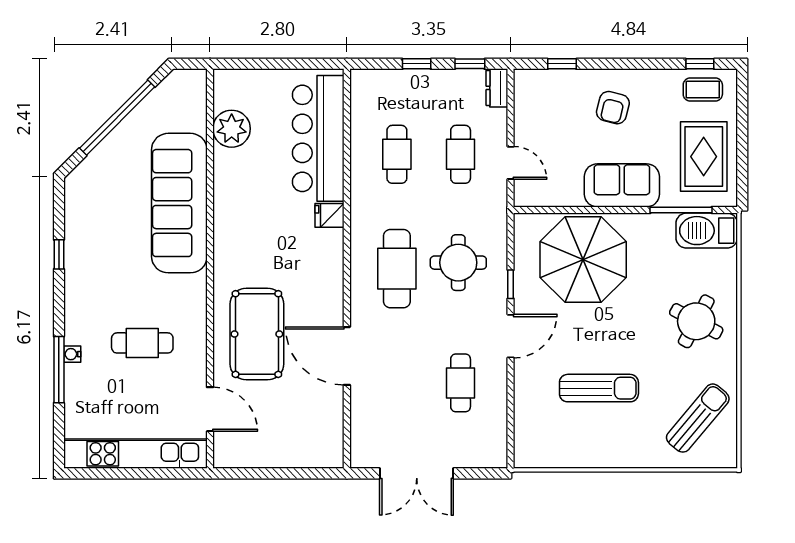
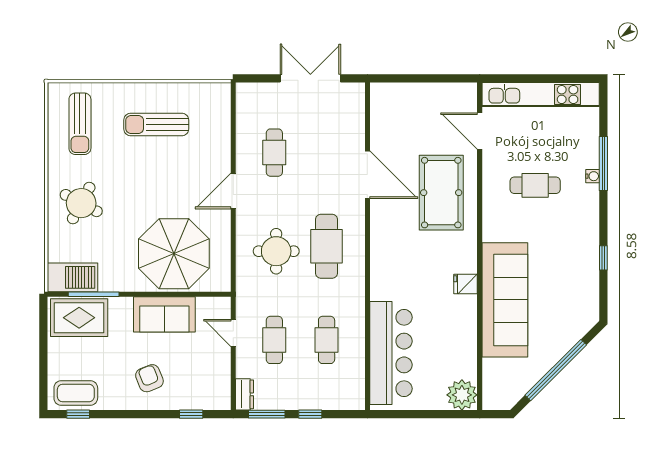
window: (470, 64) -> (267, 414), width x1.50
coffee table: (703, 90) -> (76, 393), width x1.36, depth x1.30
armchair: (613, 108) -> (149, 378), turned -36
plant: (232, 129) -> (462, 395), moved
rug: (704, 157) -> (79, 318), moved, turned 90
sofa: (622, 185) -> (164, 314), moved
fridge: (330, 215) -> (466, 284), moved, turned 180
window: (511, 284) -> (233, 233), removed
sun lounger: (599, 388) -> (156, 124), moved
sun lounger: (698, 418) -> (80, 124), turned -40

